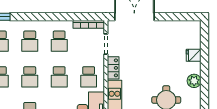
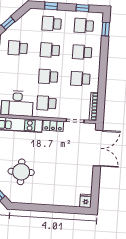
fridge: (194, 55) -> (86, 201), moved
plant: (194, 81) -> (37, 198), removed

